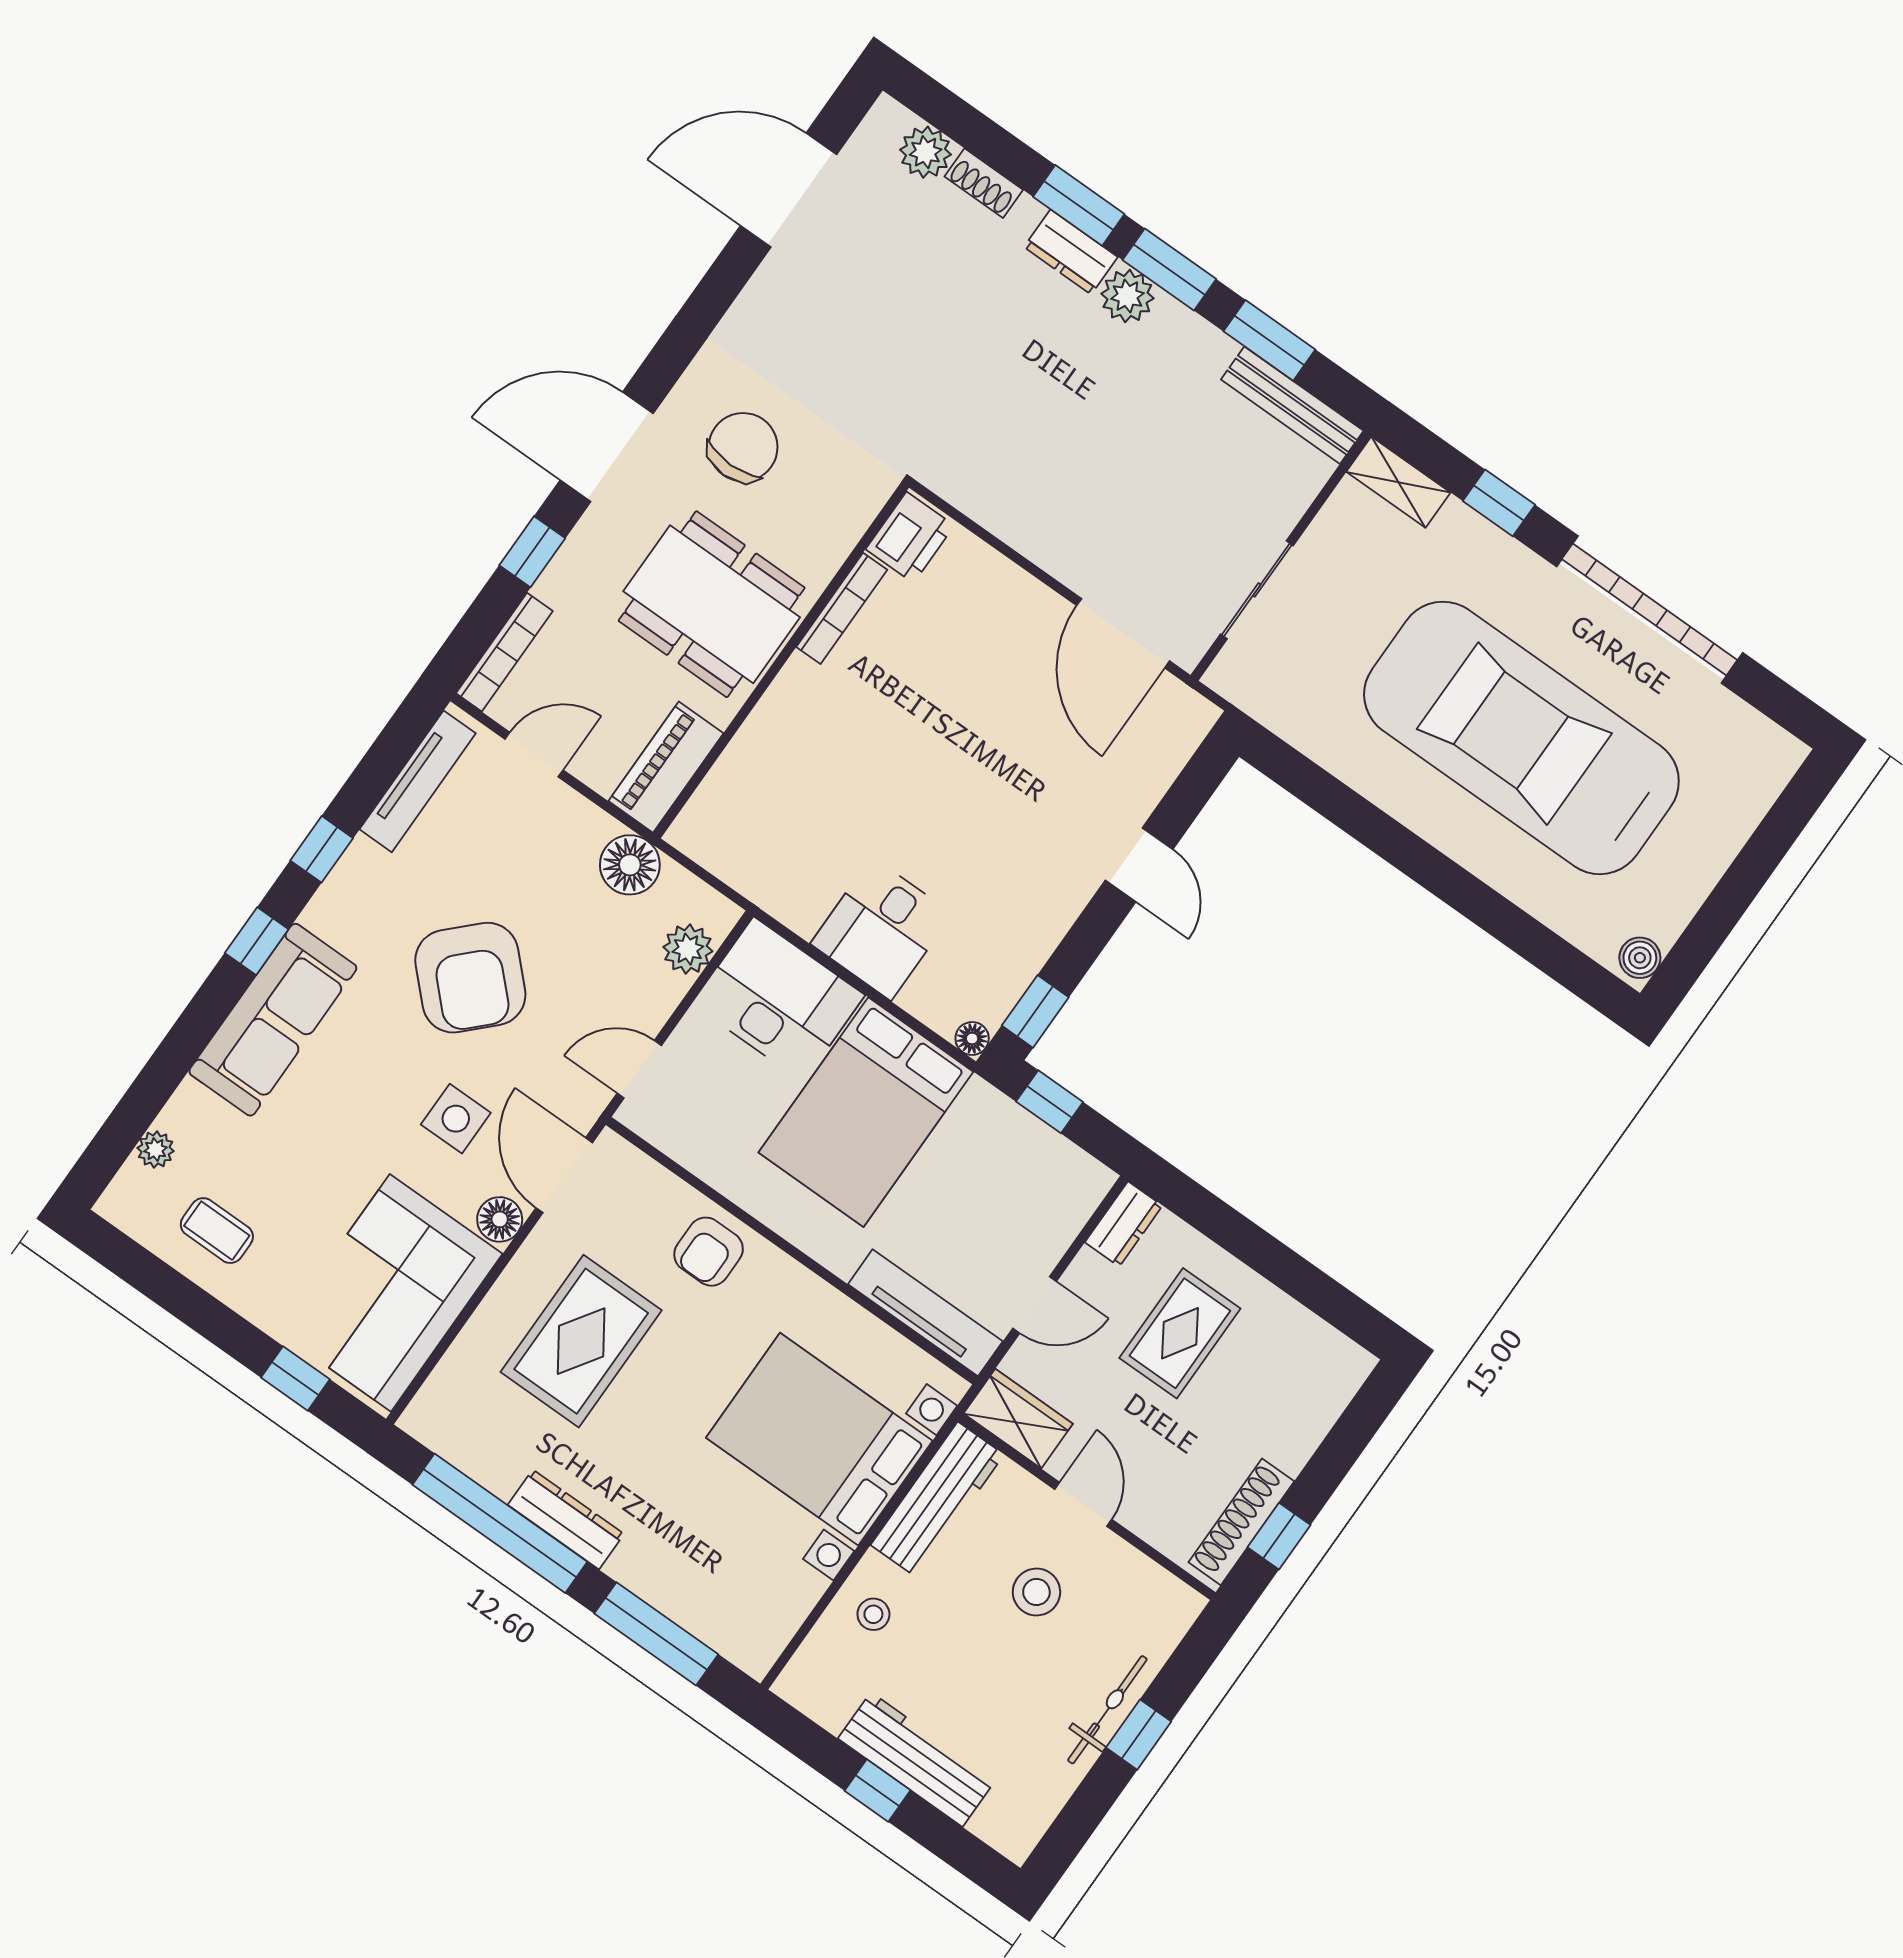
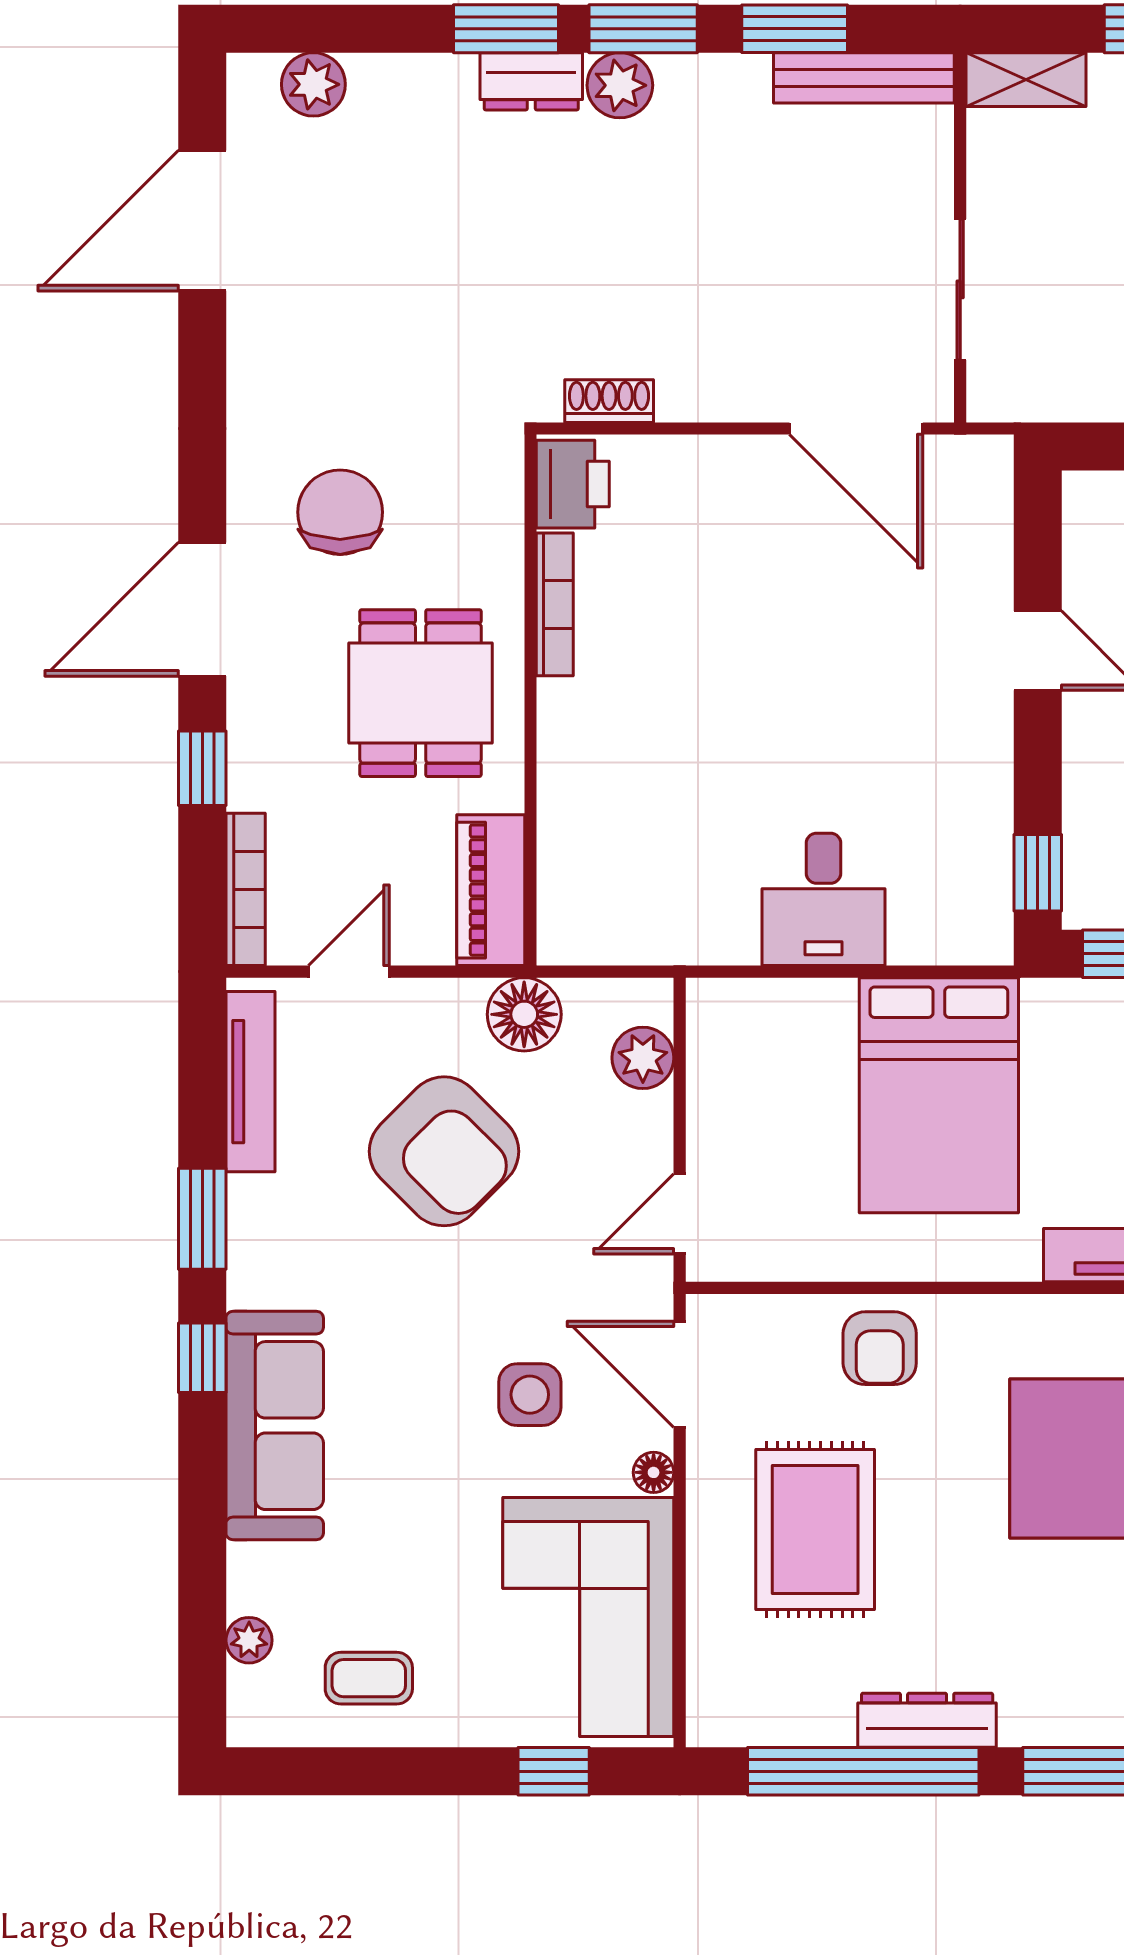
shoe rack: (984, 183) -> (609, 401), moved, turned 180
dining table: (712, 604) -> (421, 693), width x0.73
window: (322, 849) -> (202, 1219), width x1.50
armchair: (470, 978) -> (444, 1151), moved
desk: (778, 999) -> (770, 1044), removed
floor lamp: (972, 1038) -> (993, 945), removed
floor lamp: (500, 1219) -> (654, 1472), width x0.73, depth x0.73

